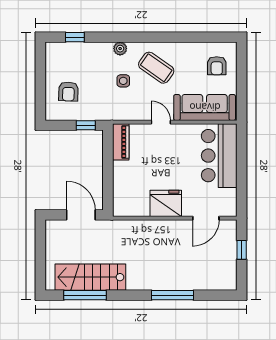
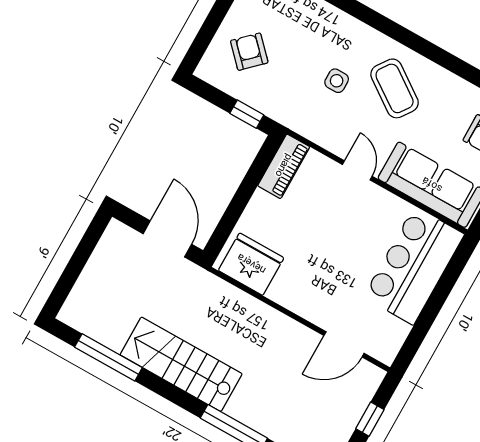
plant: (120, 49) -> (358, 32), removed
armchair: (68, 91) -> (249, 52), turned 134
fridge: (166, 203) -> (251, 264), moved
stairs: (90, 277) -> (181, 364), moved

